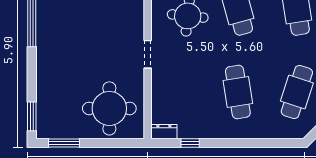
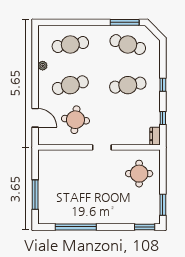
round table: (109, 108) -> (139, 174), width x0.73, depth x0.73
window: (239, 143) -> (163, 85), added

